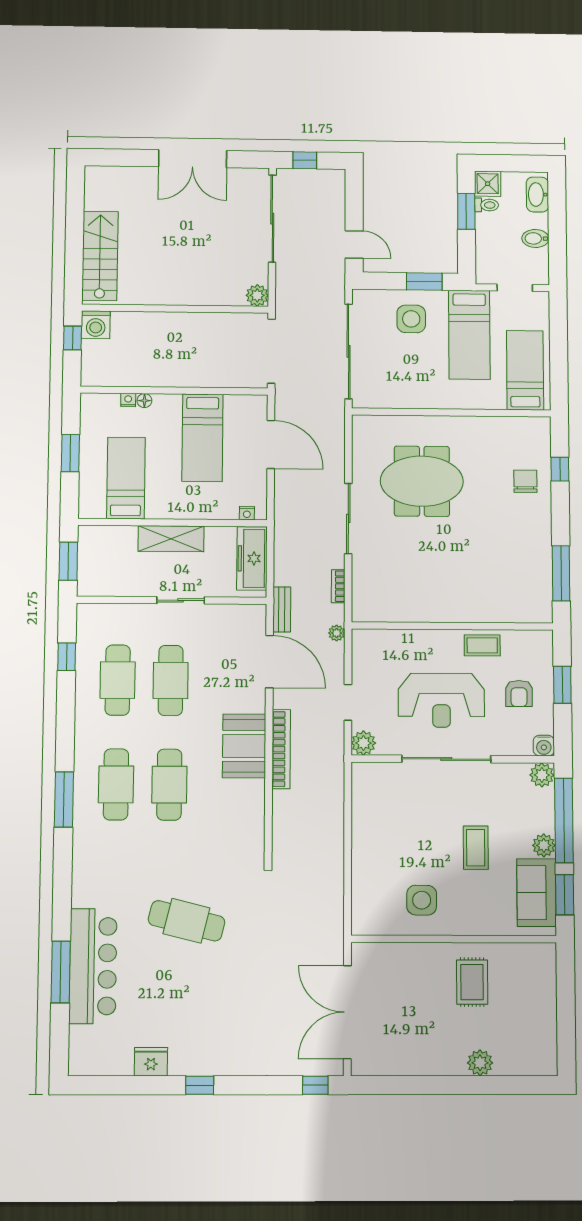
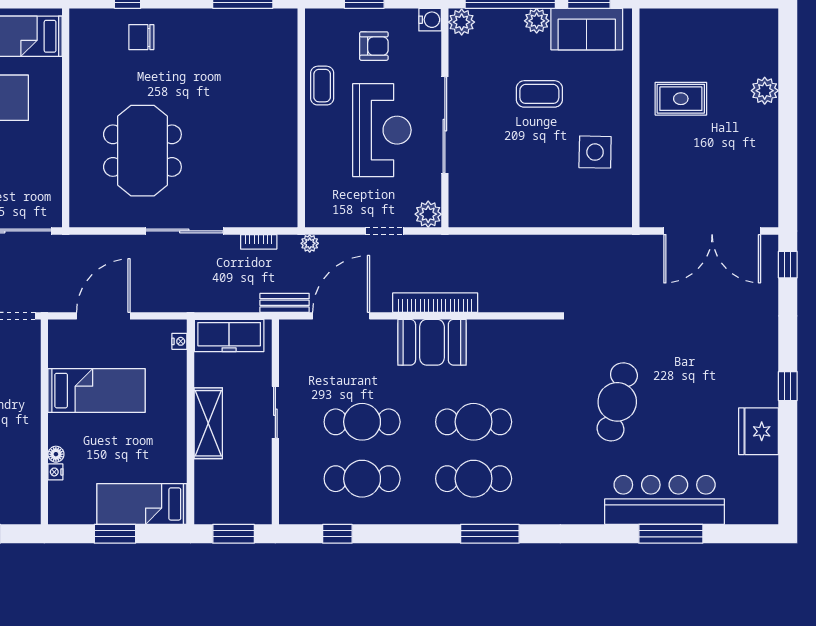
bed: (126, 478) -> (142, 504), moved
fridge: (151, 1062) -> (758, 431), width x1.36, depth x1.34

